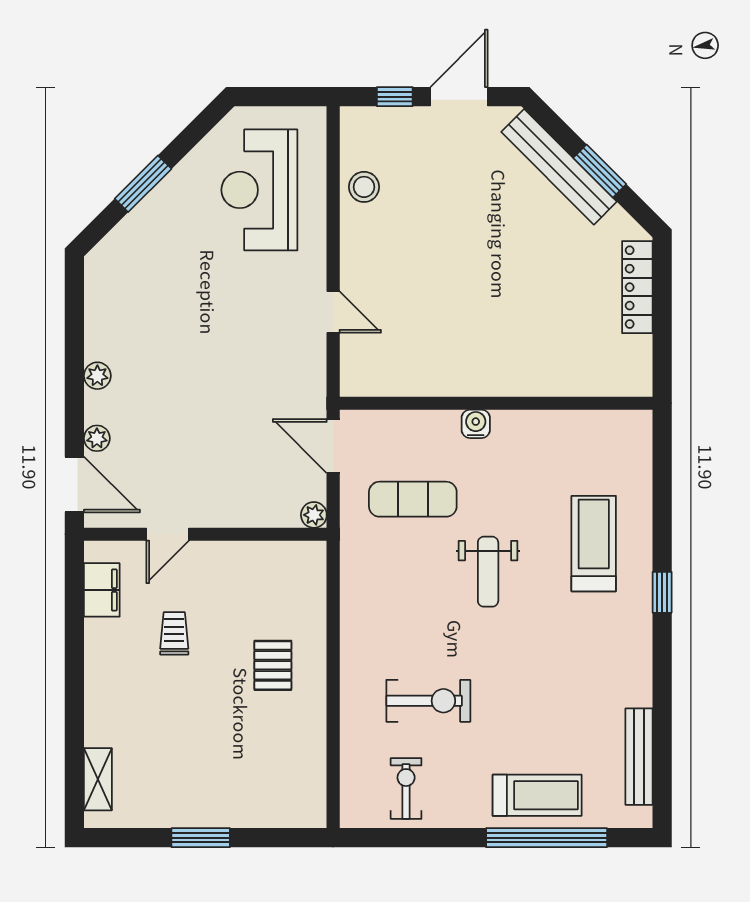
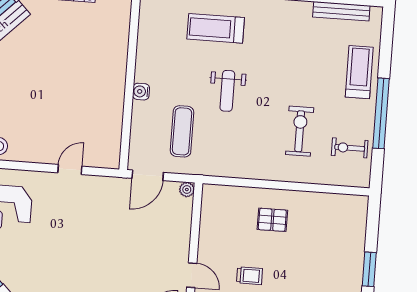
weight bench: (488, 572) -> (227, 91), turned 90
trolley: (174, 633) -> (250, 276), turned 180
window: (547, 838) -> (381, 113), moved

